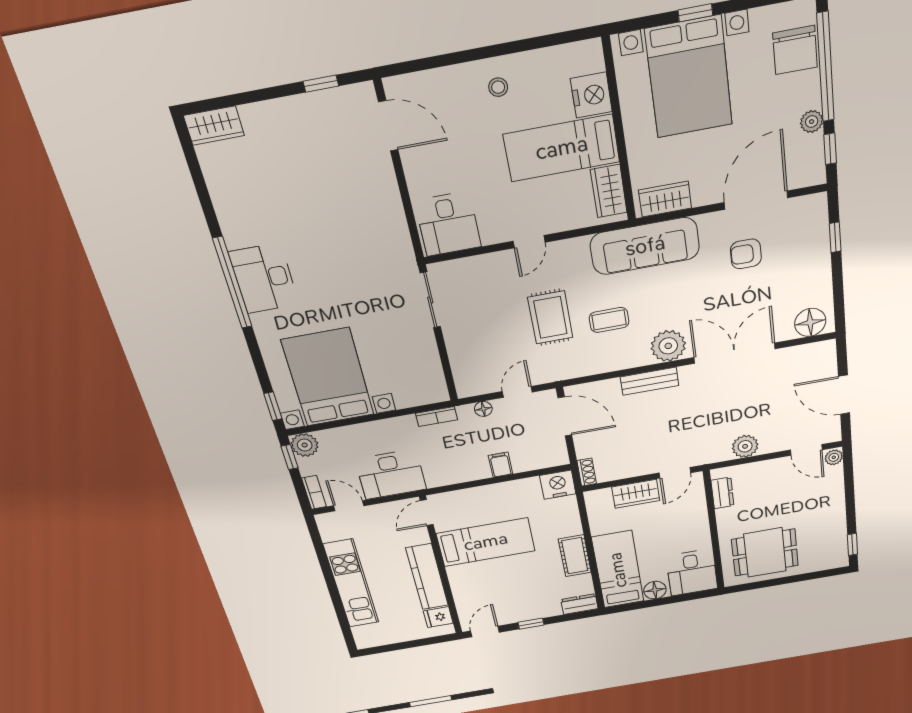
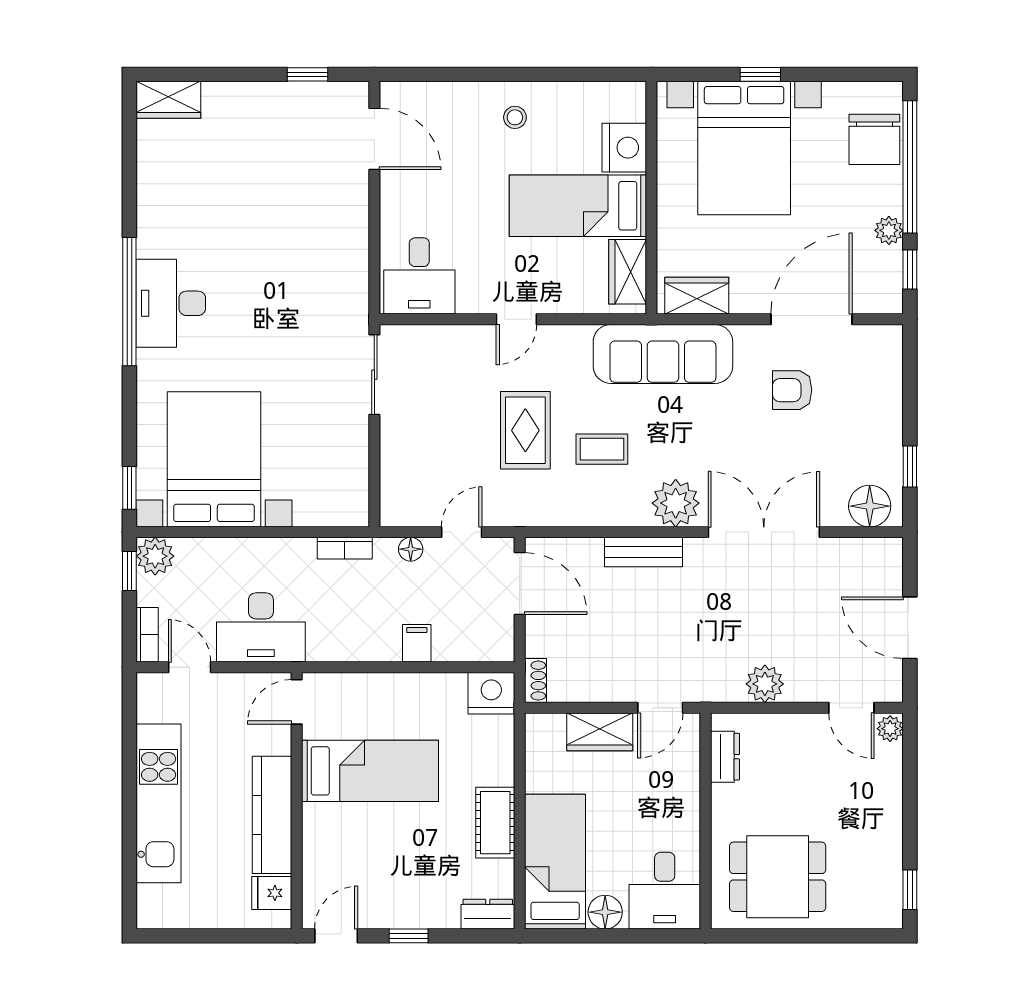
window: (835, 237) -> (910, 467), moved

